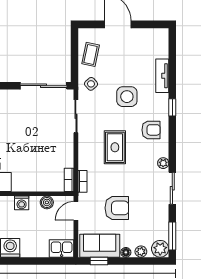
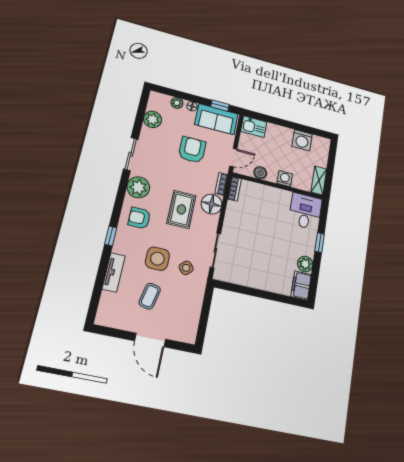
coffee table: (91, 54) -> (150, 296), moved
side table: (91, 84) -> (186, 268), moved
sliding door: (44, 86) -> (243, 290), removed
floor lamp: (88, 159) -> (212, 204), added
plant: (163, 163) -> (138, 187), width x1.88, depth x1.88
armchair: (117, 208) -> (192, 150), turned 90
window: (172, 236) -> (142, 109), removed
plant: (160, 249) -> (153, 119), moved

